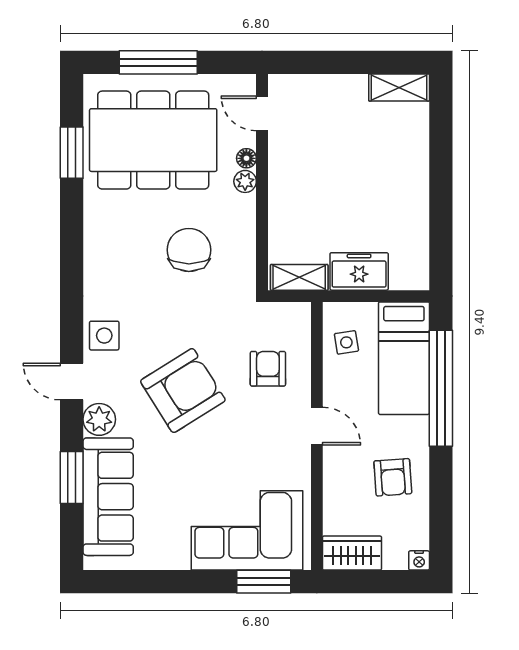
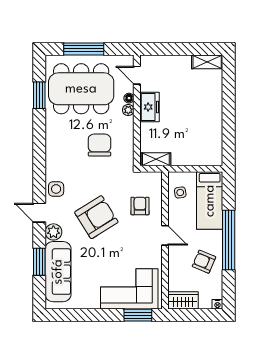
freezer: (359, 271) -> (150, 107), moved, turned 90
window: (441, 388) -> (229, 240), moved
armchair: (393, 477) -> (204, 262), turned 117

